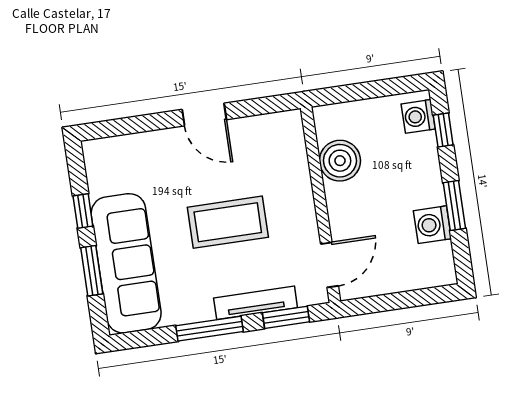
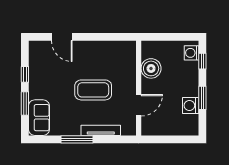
door: (204, 114) -> (62, 37), moved
sofa: (126, 263) -> (39, 118), width x0.54, depth x0.79
door: (329, 265) -> (139, 105), moved
window: (286, 317) -> (114, 139), removed

